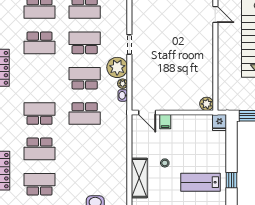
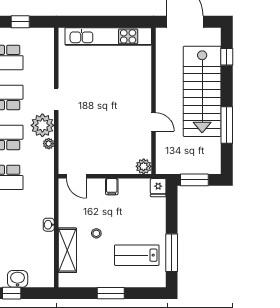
door: (215, 15) -> (153, 122), moved
washbasin: (123, 95) -> (49, 225), moved
filing cabinet: (165, 122) -> (112, 187), moved
window: (231, 180) -> (172, 253), width x2.17

